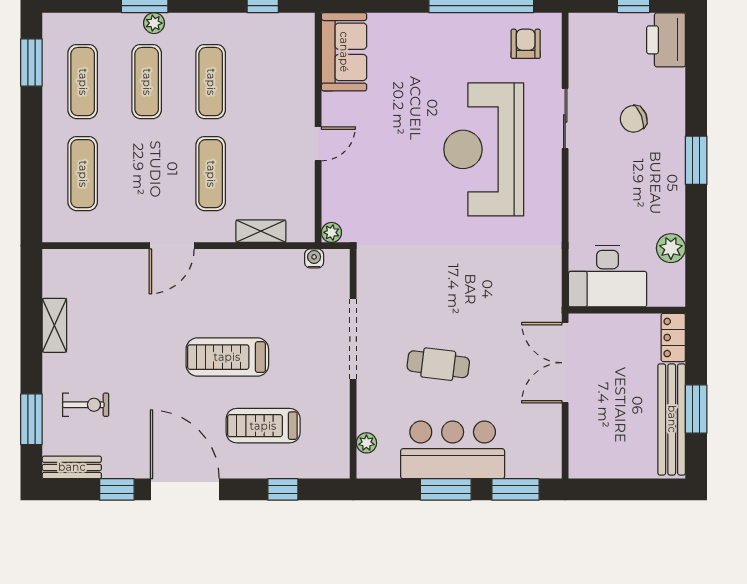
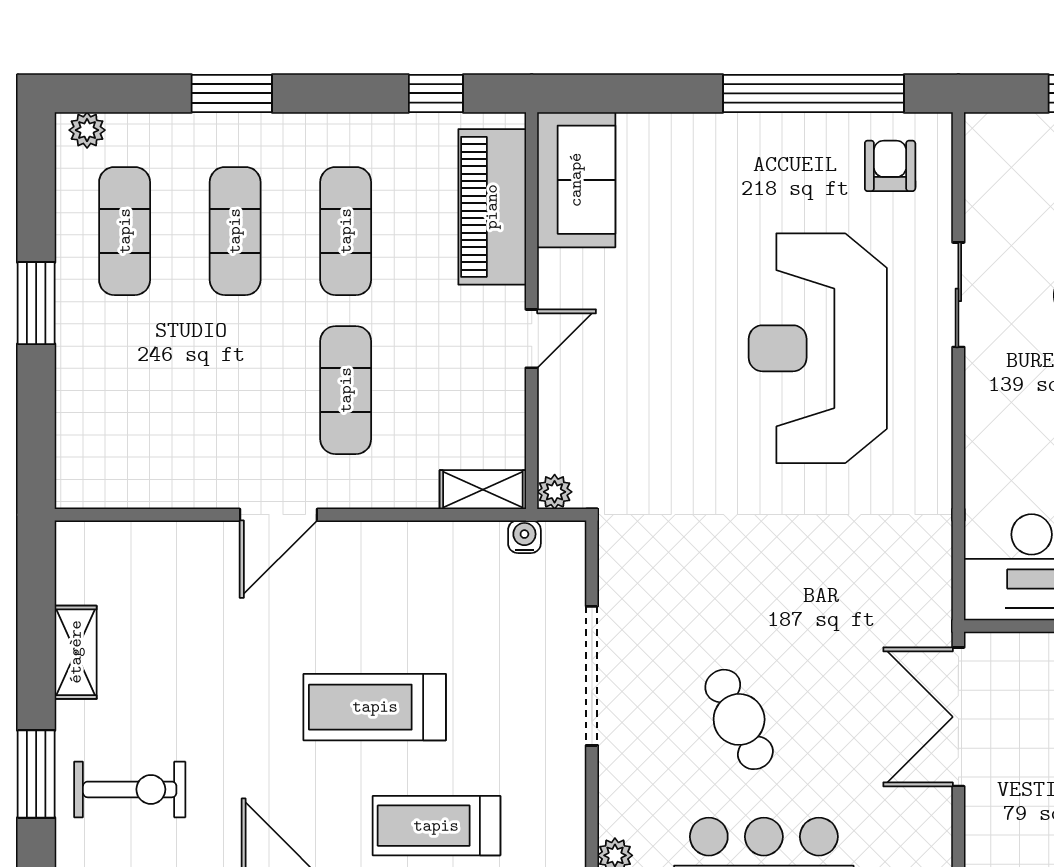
plant: (154, 23) -> (87, 130), moved
window: (31, 63) -> (36, 303), moved
piano: (295, 68) -> (492, 207), added
exercise mat: (83, 174) -> (125, 390), removed
shelving: (261, 231) -> (483, 490), moved
cafe table: (438, 364) -> (739, 719), turned 57
exercise bike: (86, 405) -> (130, 789), width x1.38, depth x1.39
window: (31, 419) -> (36, 774), moved

